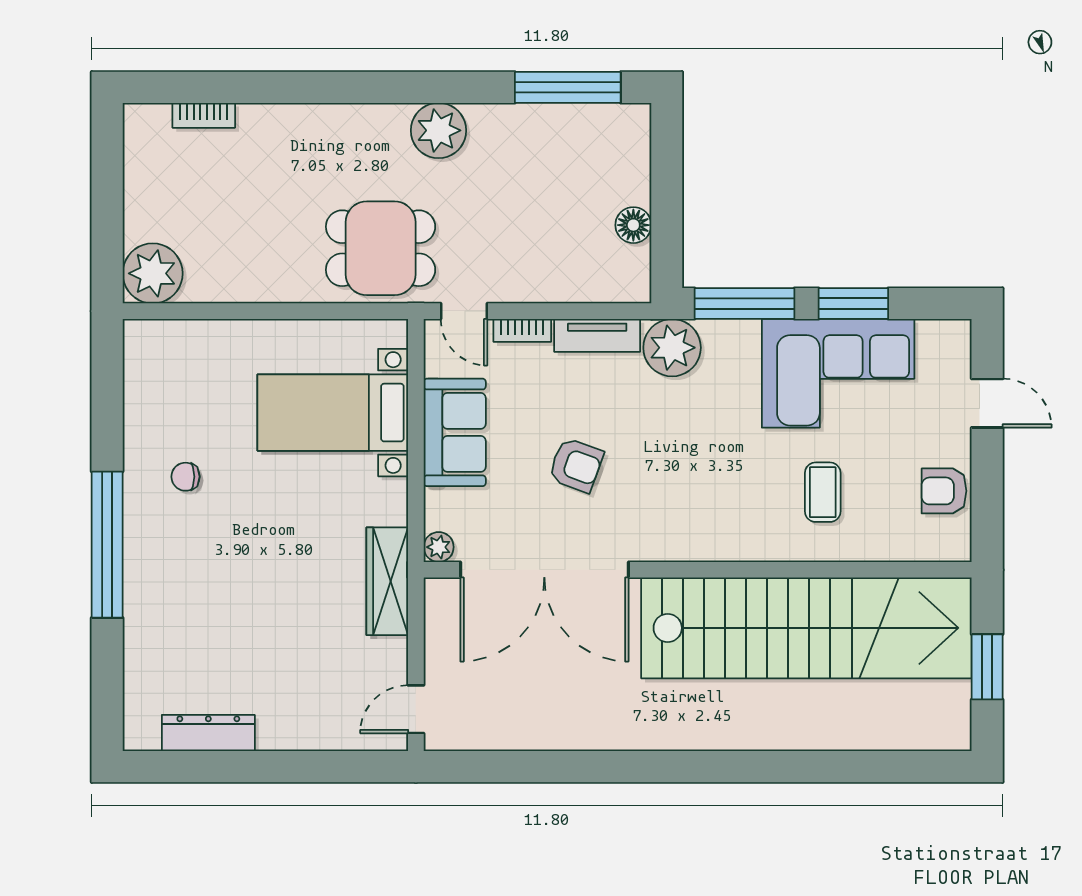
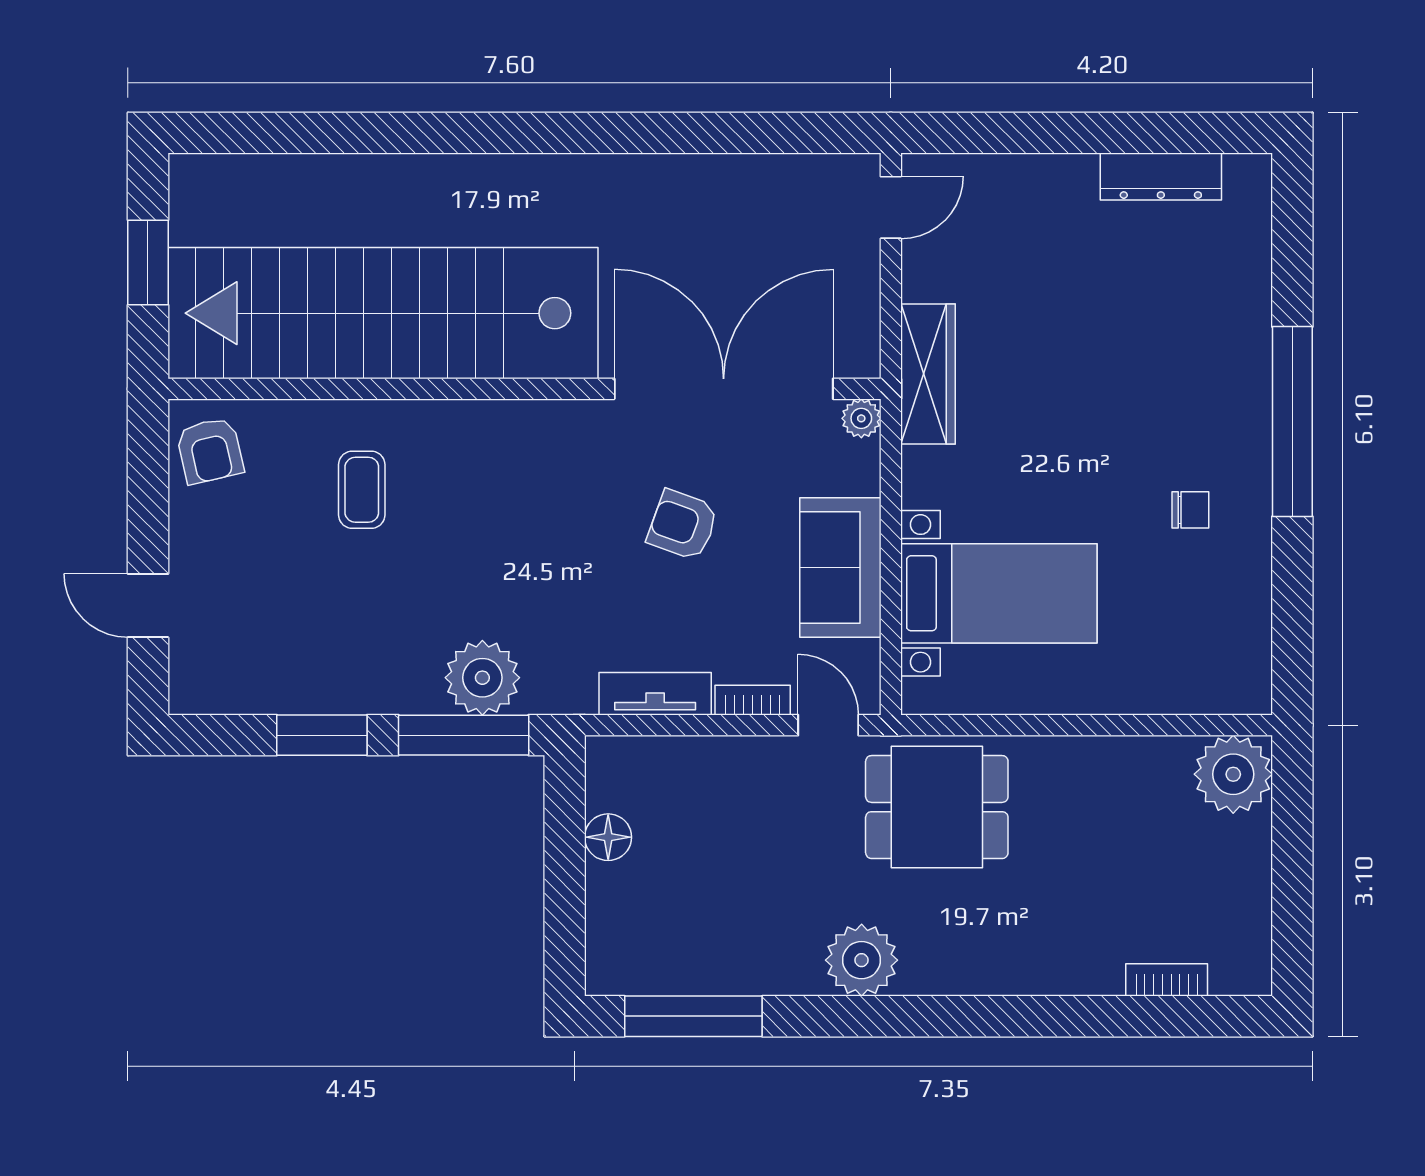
plant: (672, 348) -> (482, 678), moved
corner sofa: (838, 373) -> (342, 644), removed
armchair: (944, 491) -> (210, 451), moved, turned 77

